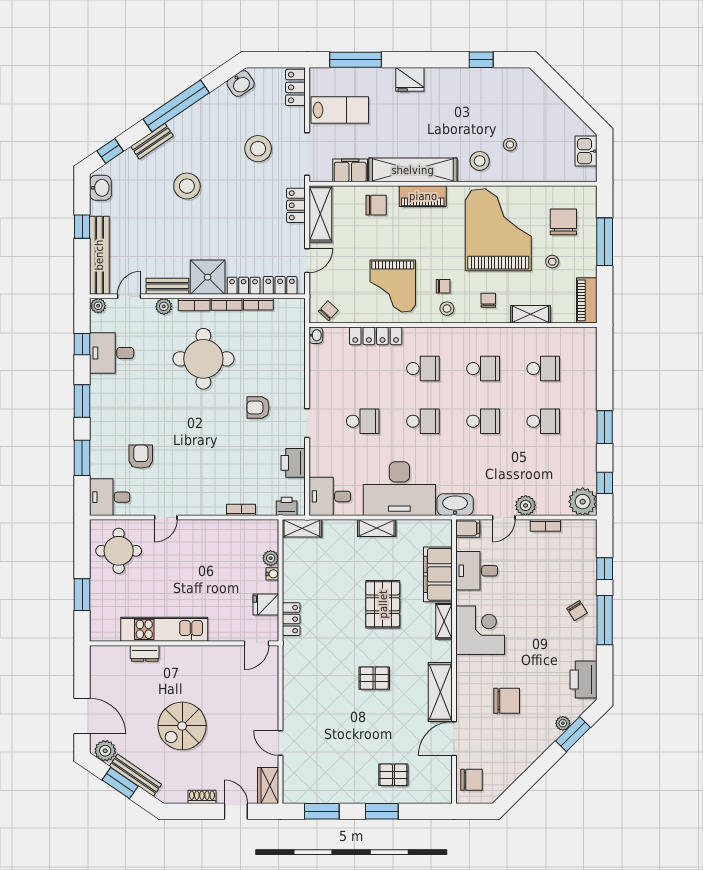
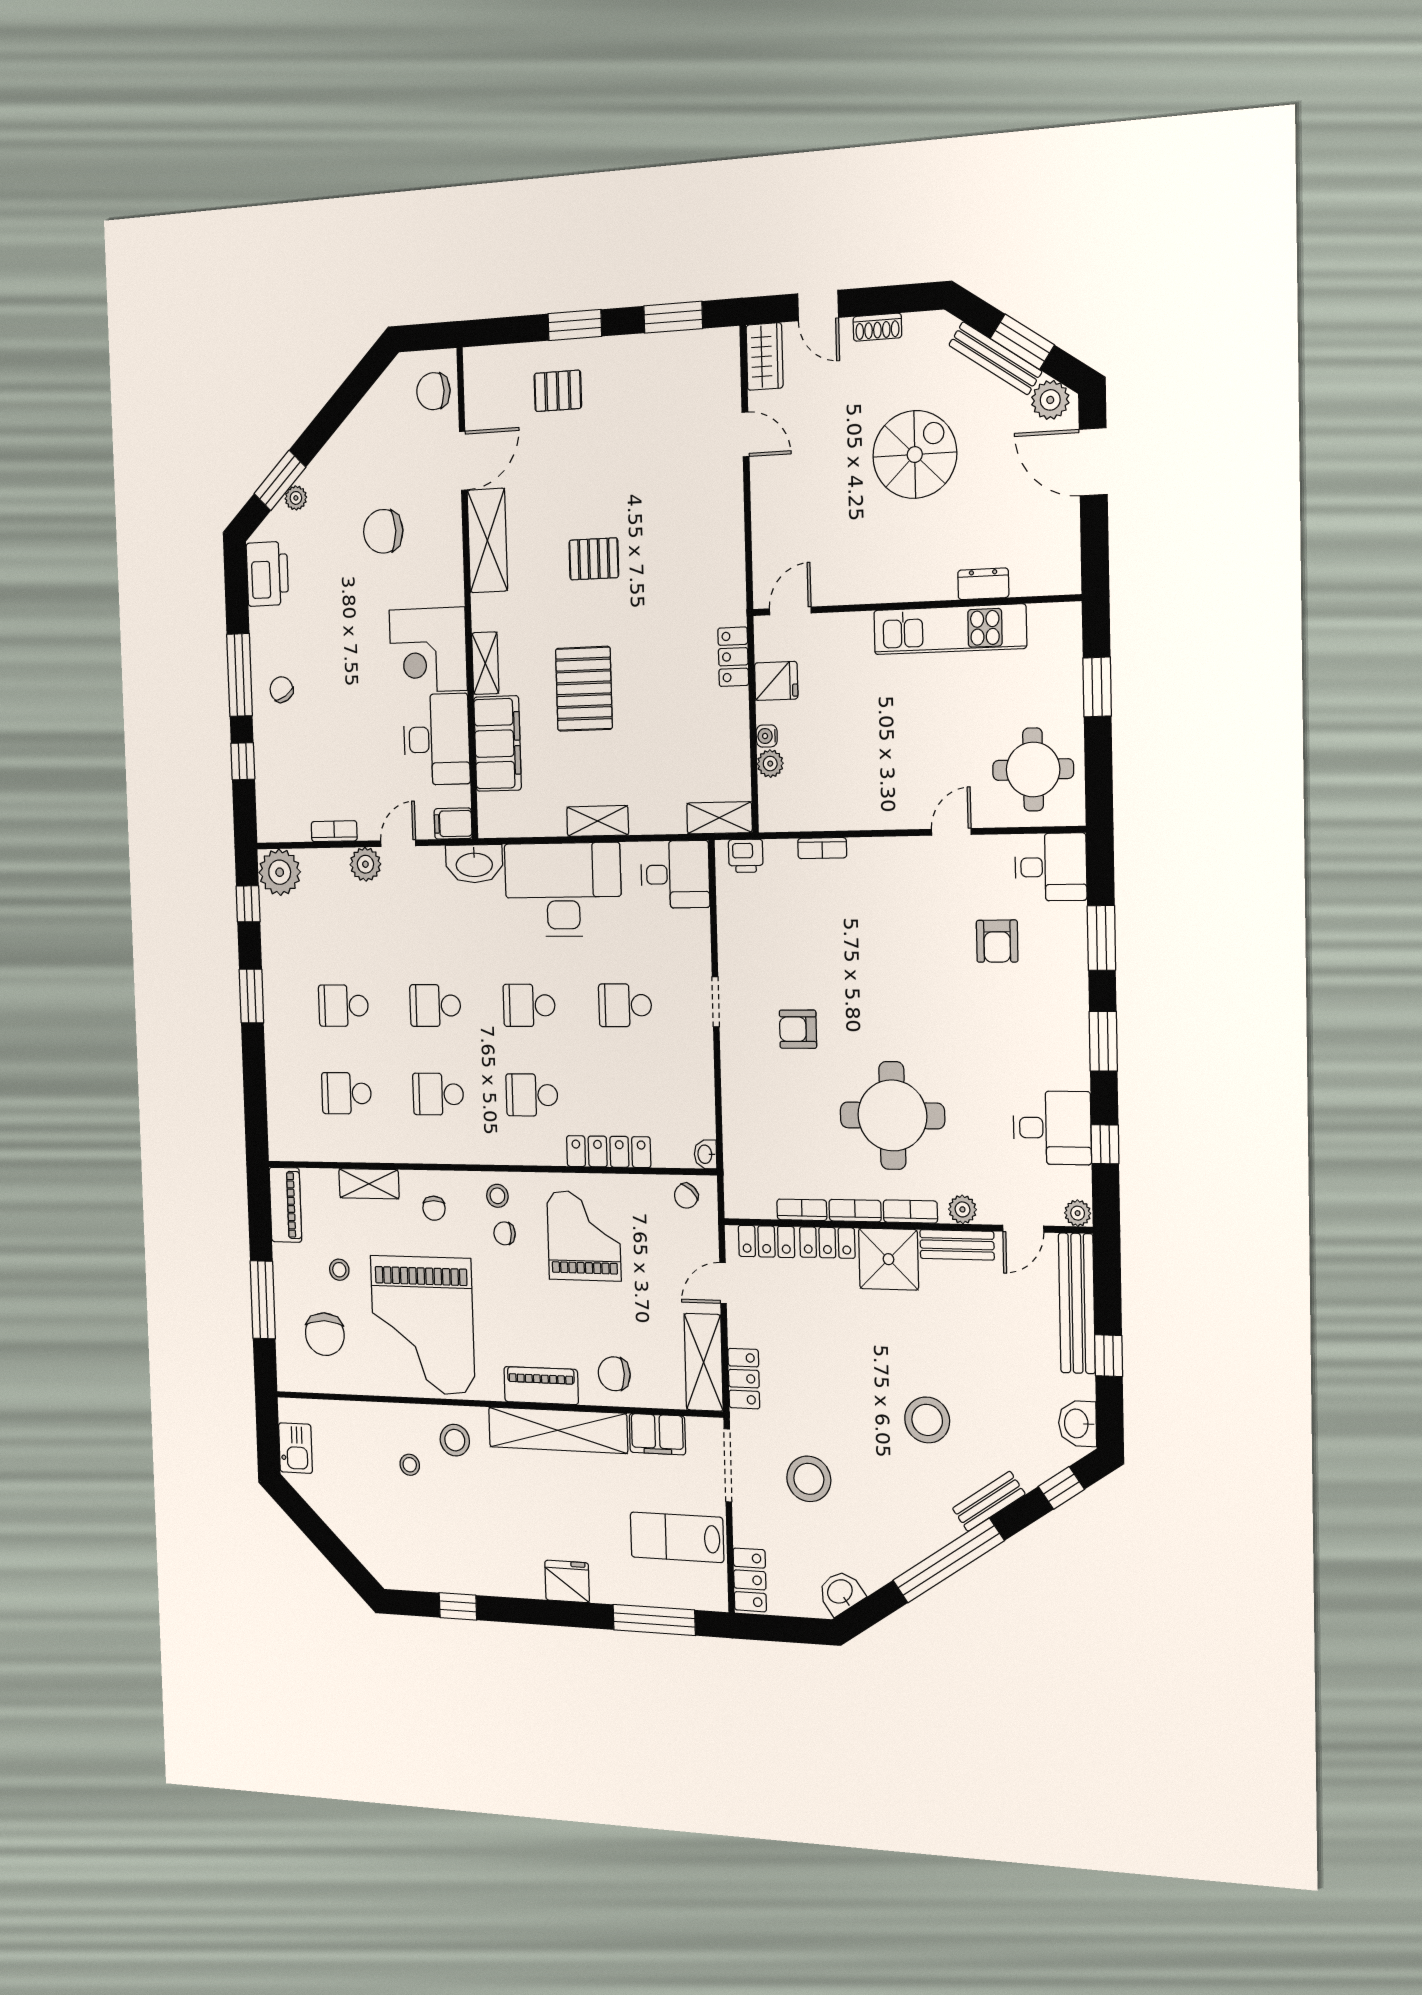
armchair: (258, 407) -> (798, 1029), turned 180
printer: (293, 463) -> (737, 932), removed
desk: (477, 571) -> (437, 739), width x1.37

